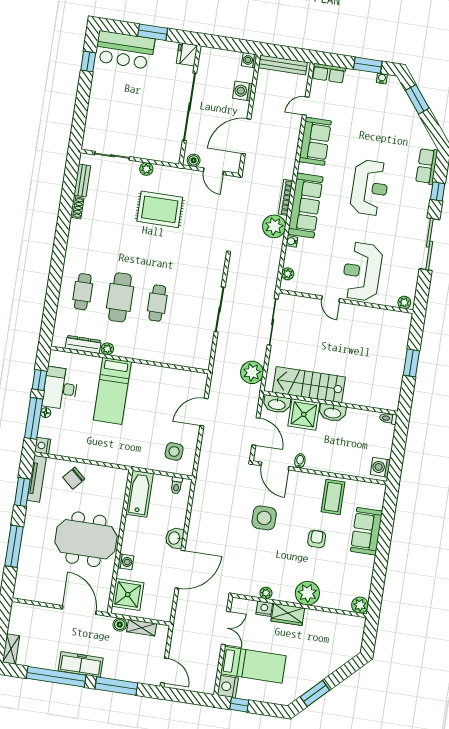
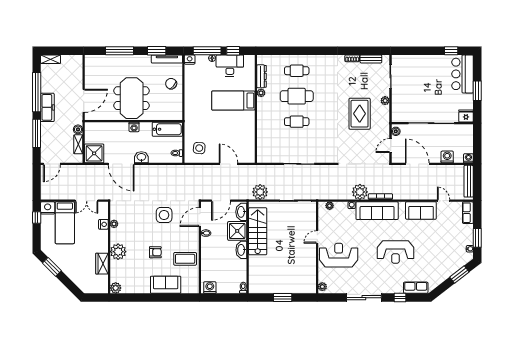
washing machine: (126, 562) -> (134, 127), moved
shower: (128, 595) -> (94, 153), moved
wardrobe: (288, 614) -> (102, 264), moved

